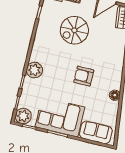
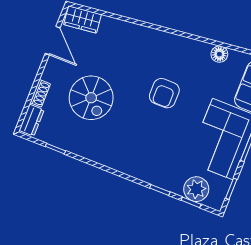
plant: (34, 70) -> (144, 168), removed
floor lamp: (115, 95) -> (219, 54), moved
plant: (23, 116) -> (196, 189), moved

